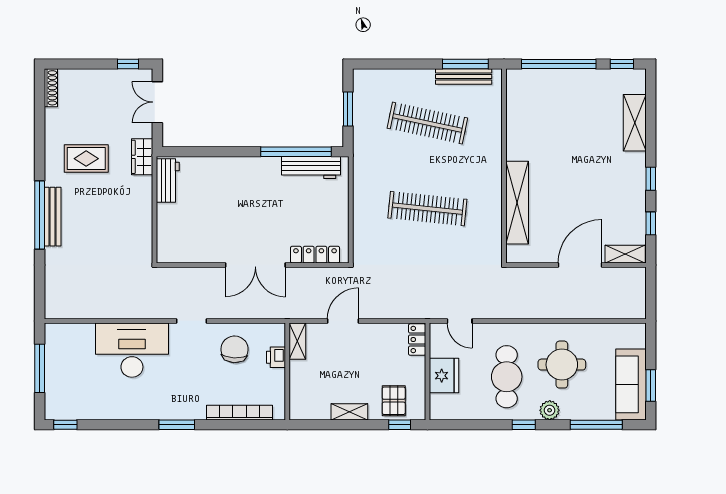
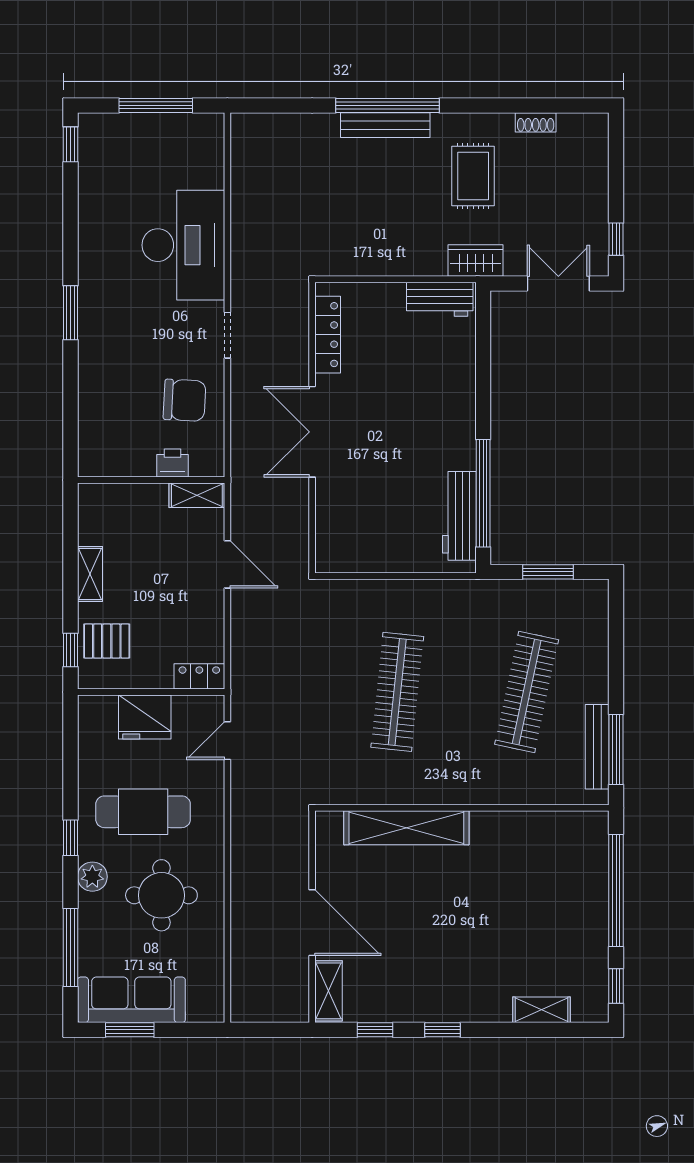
shoe rack: (51, 88) -> (536, 122), moved, width x0.70
shelving: (635, 123) -> (541, 1010), width x0.67, depth x0.75
locker: (315, 255) -> (328, 335), moved
bookcase: (239, 413) -> (89, 408), removed

